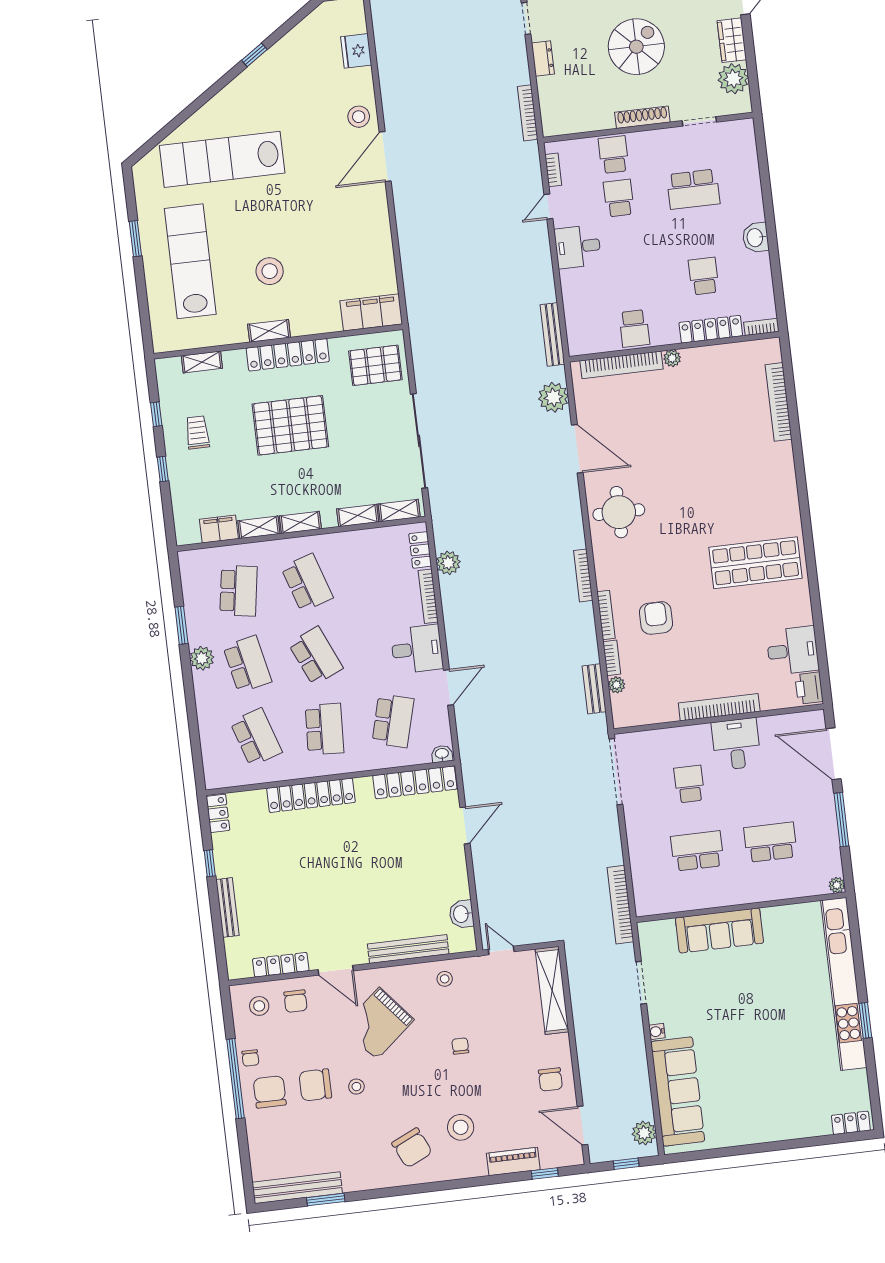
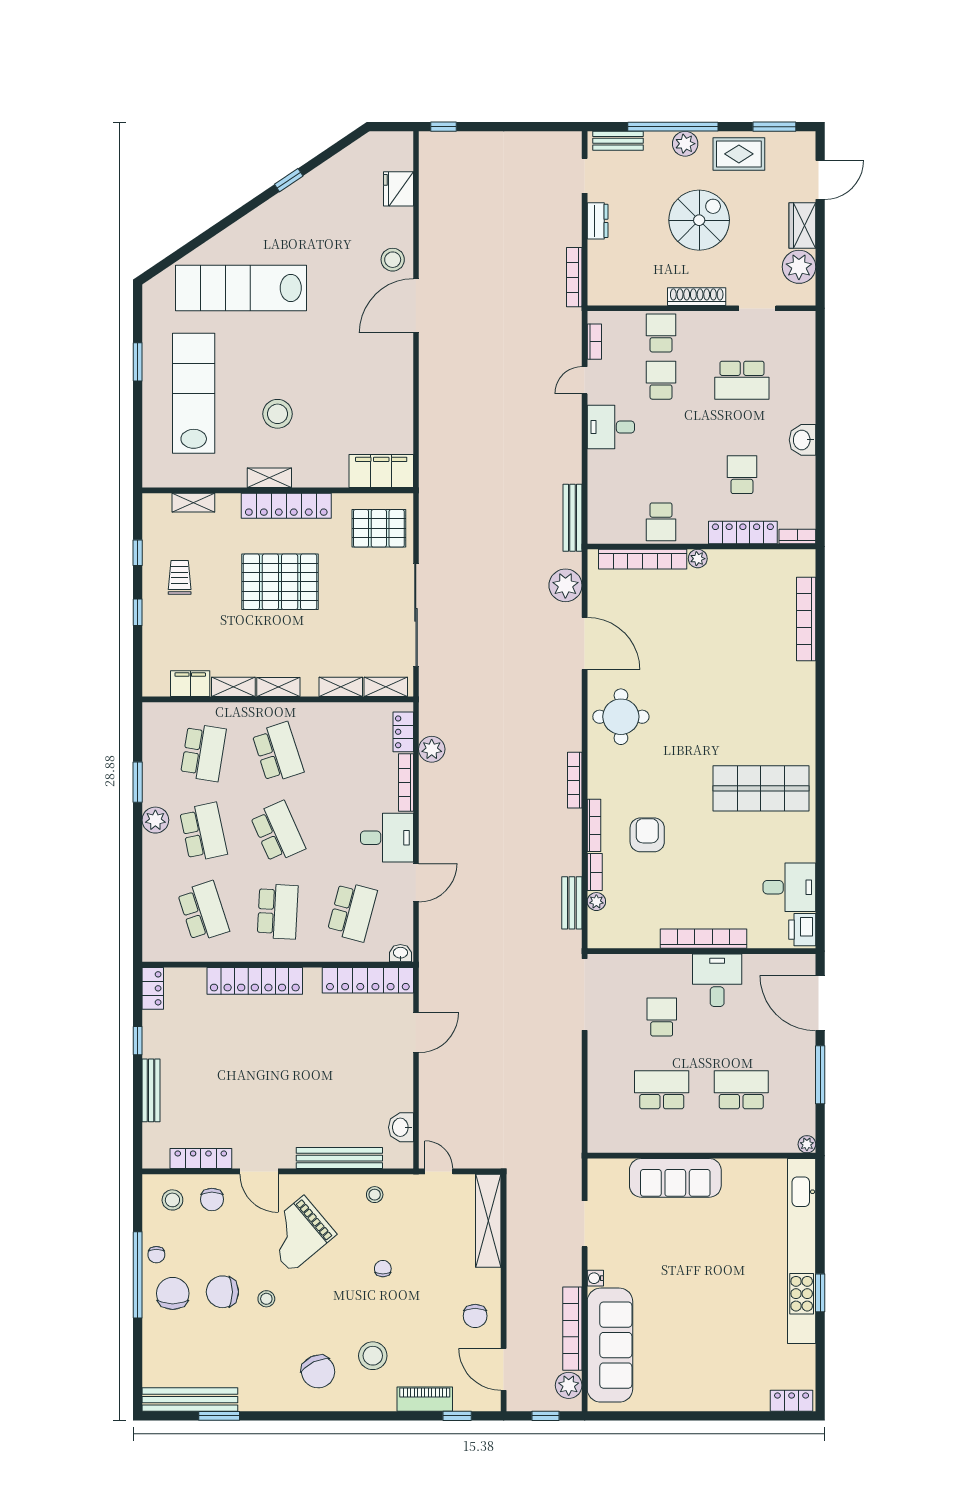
bookcase: (620, 905) -> (572, 1329), moved

